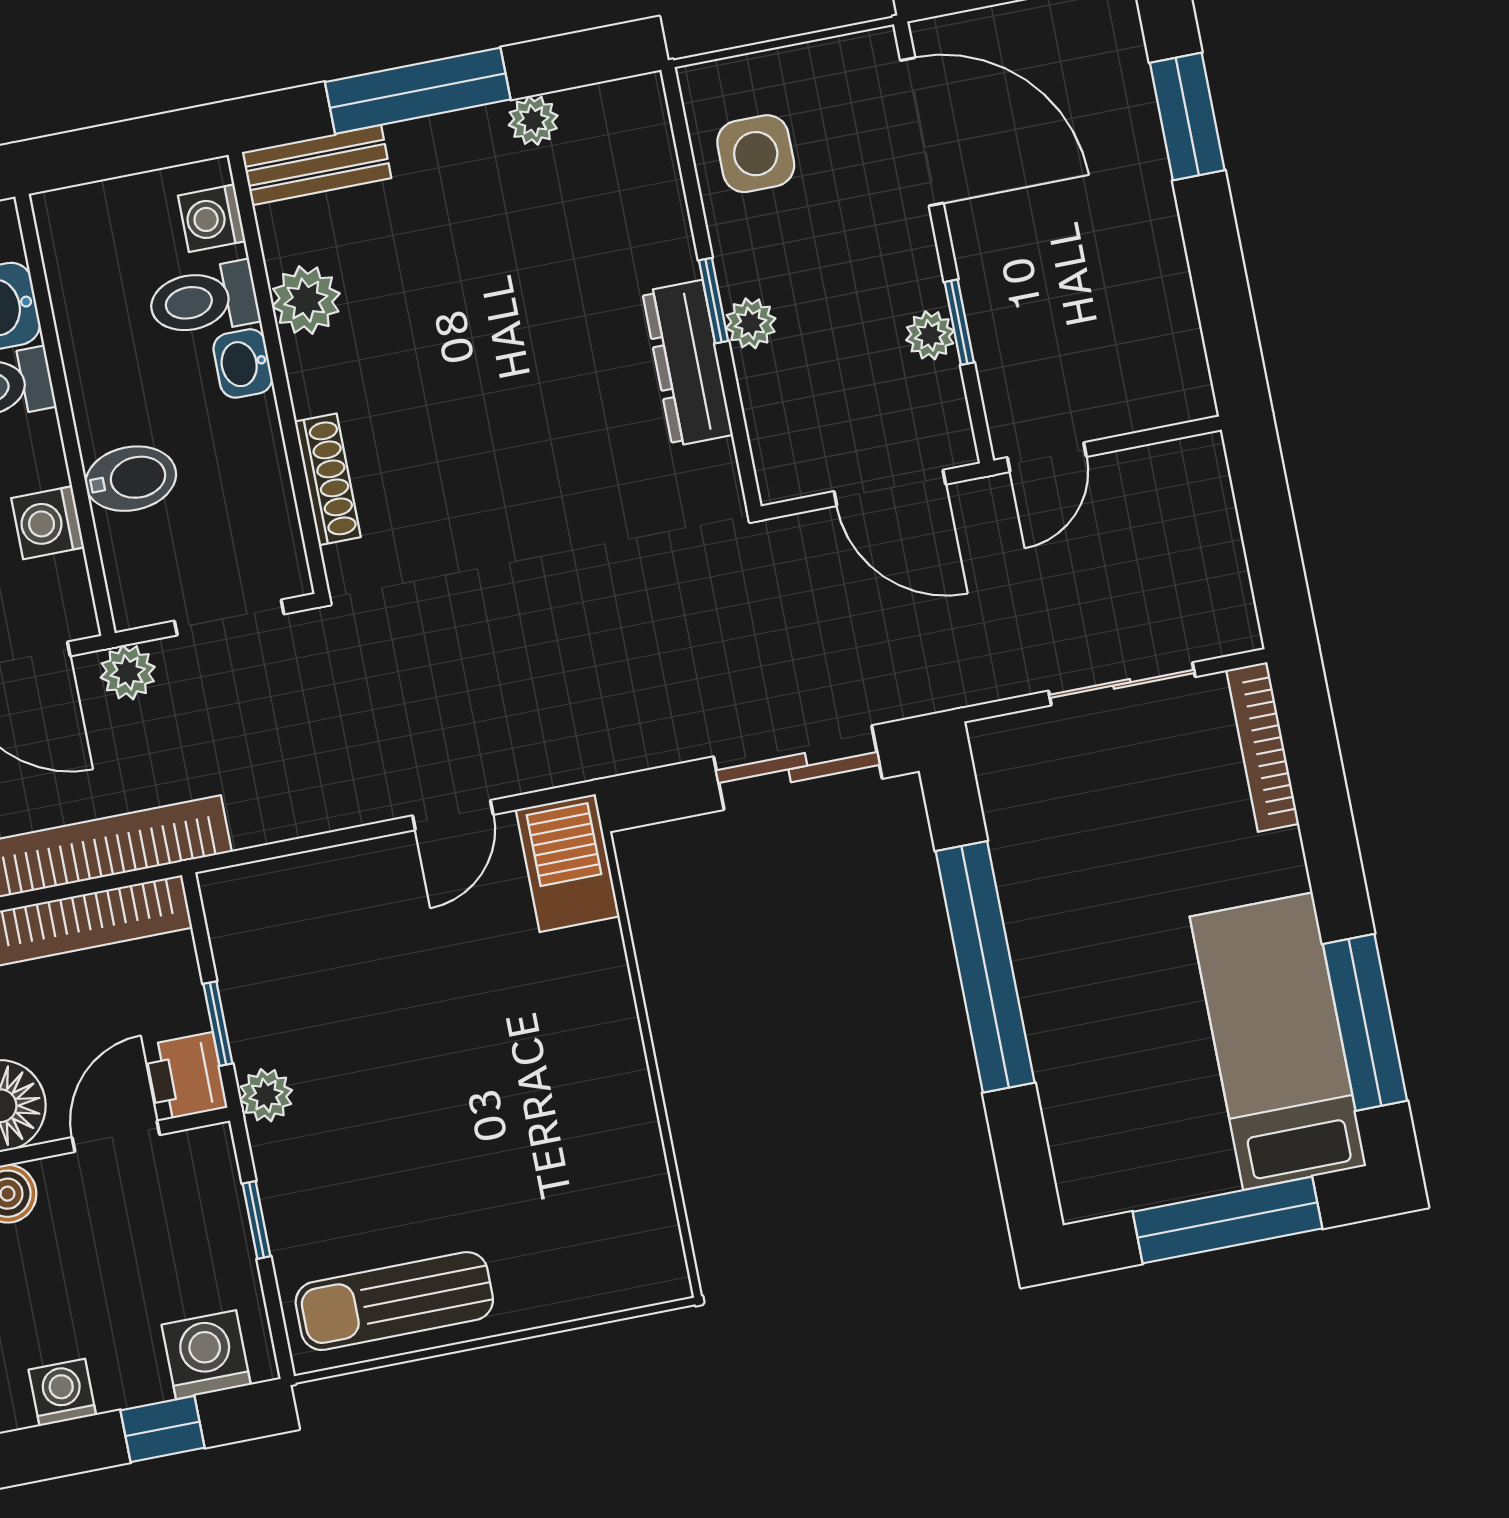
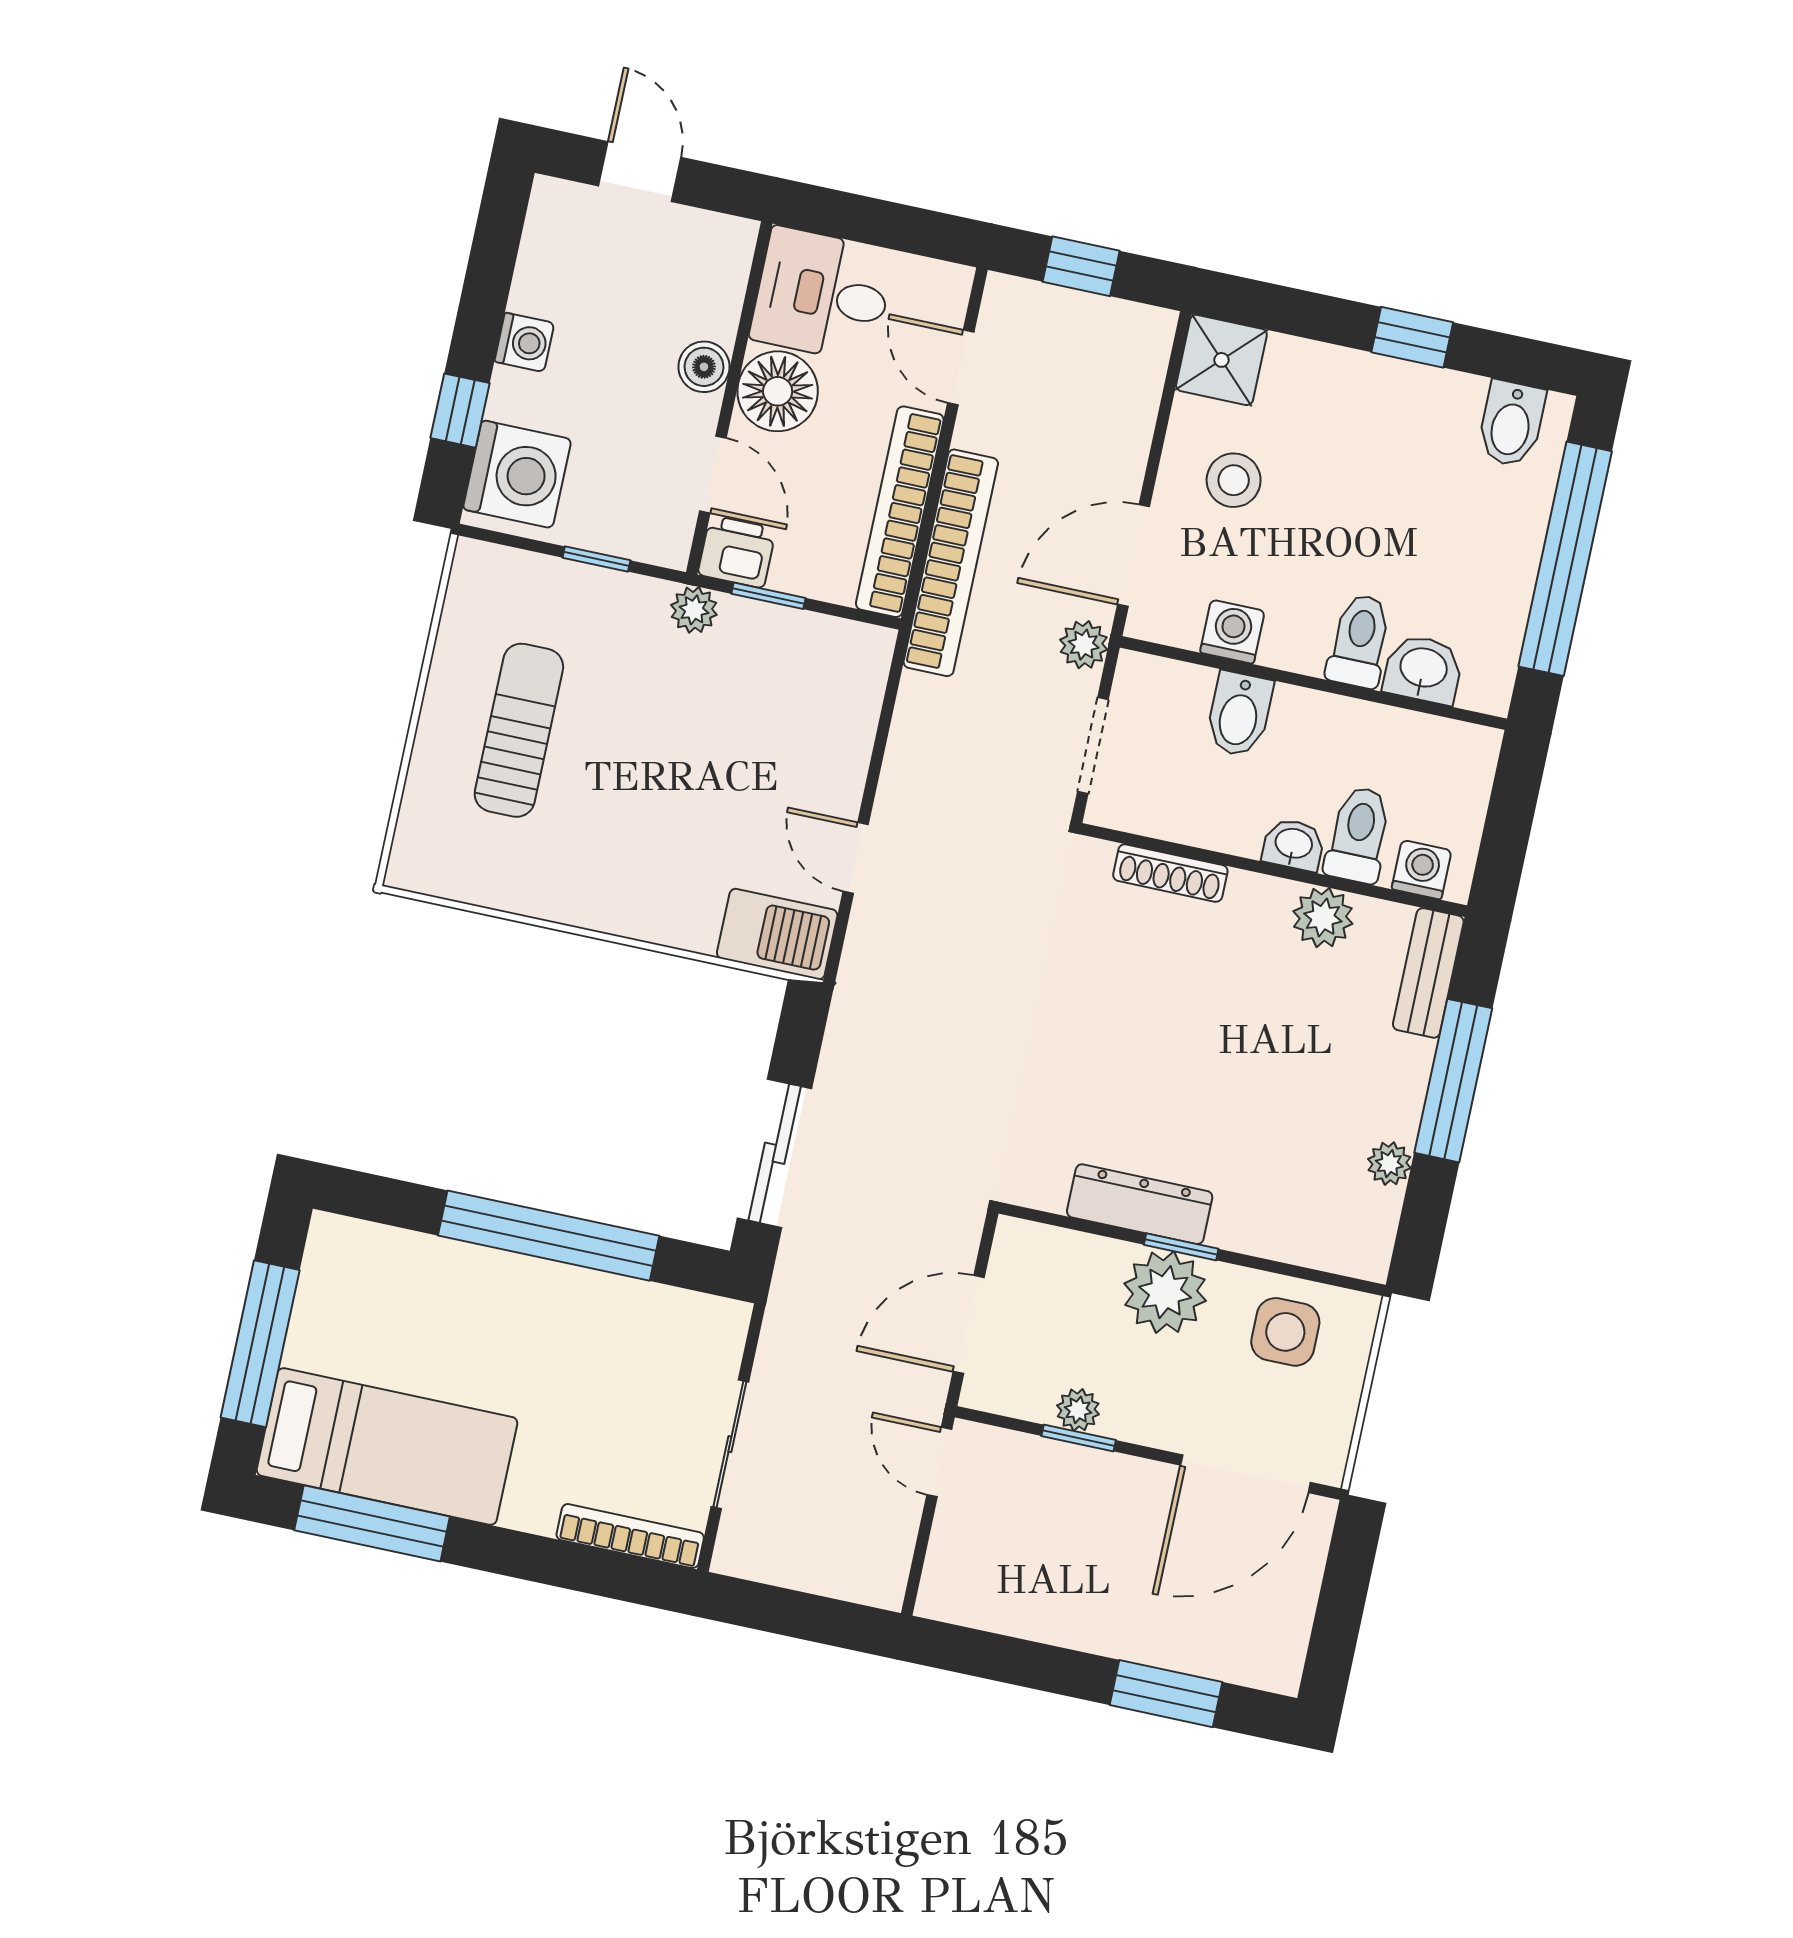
plant: (751, 323) -> (1165, 1292), width x1.87, depth x1.87
sun lounger: (394, 1301) -> (519, 730), moved
washing machine: (206, 1355) -> (517, 474), width x1.37, depth x1.37

